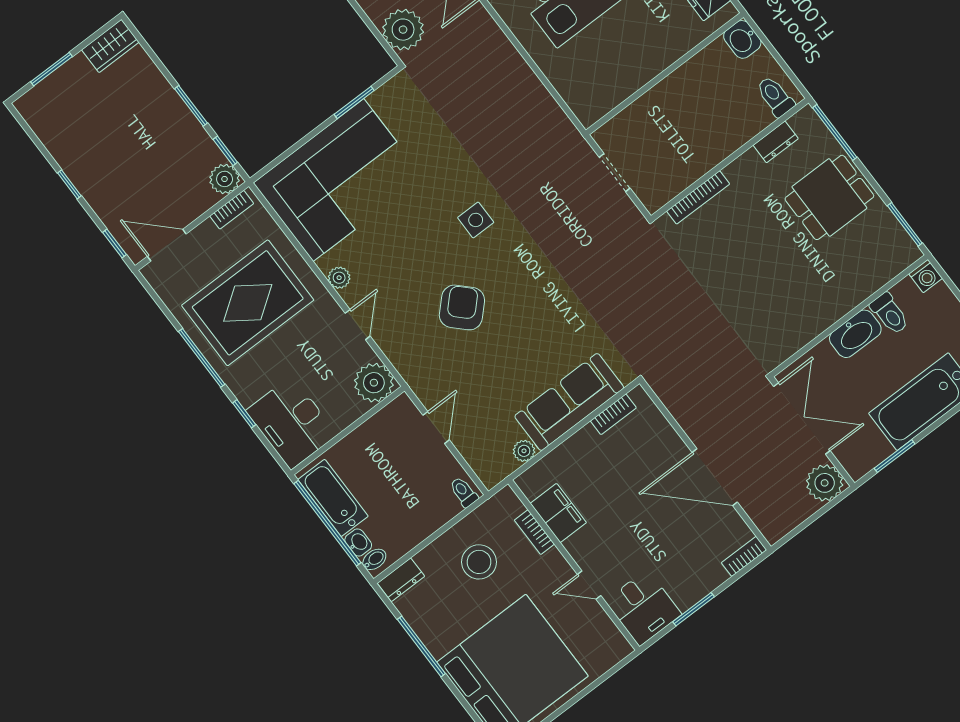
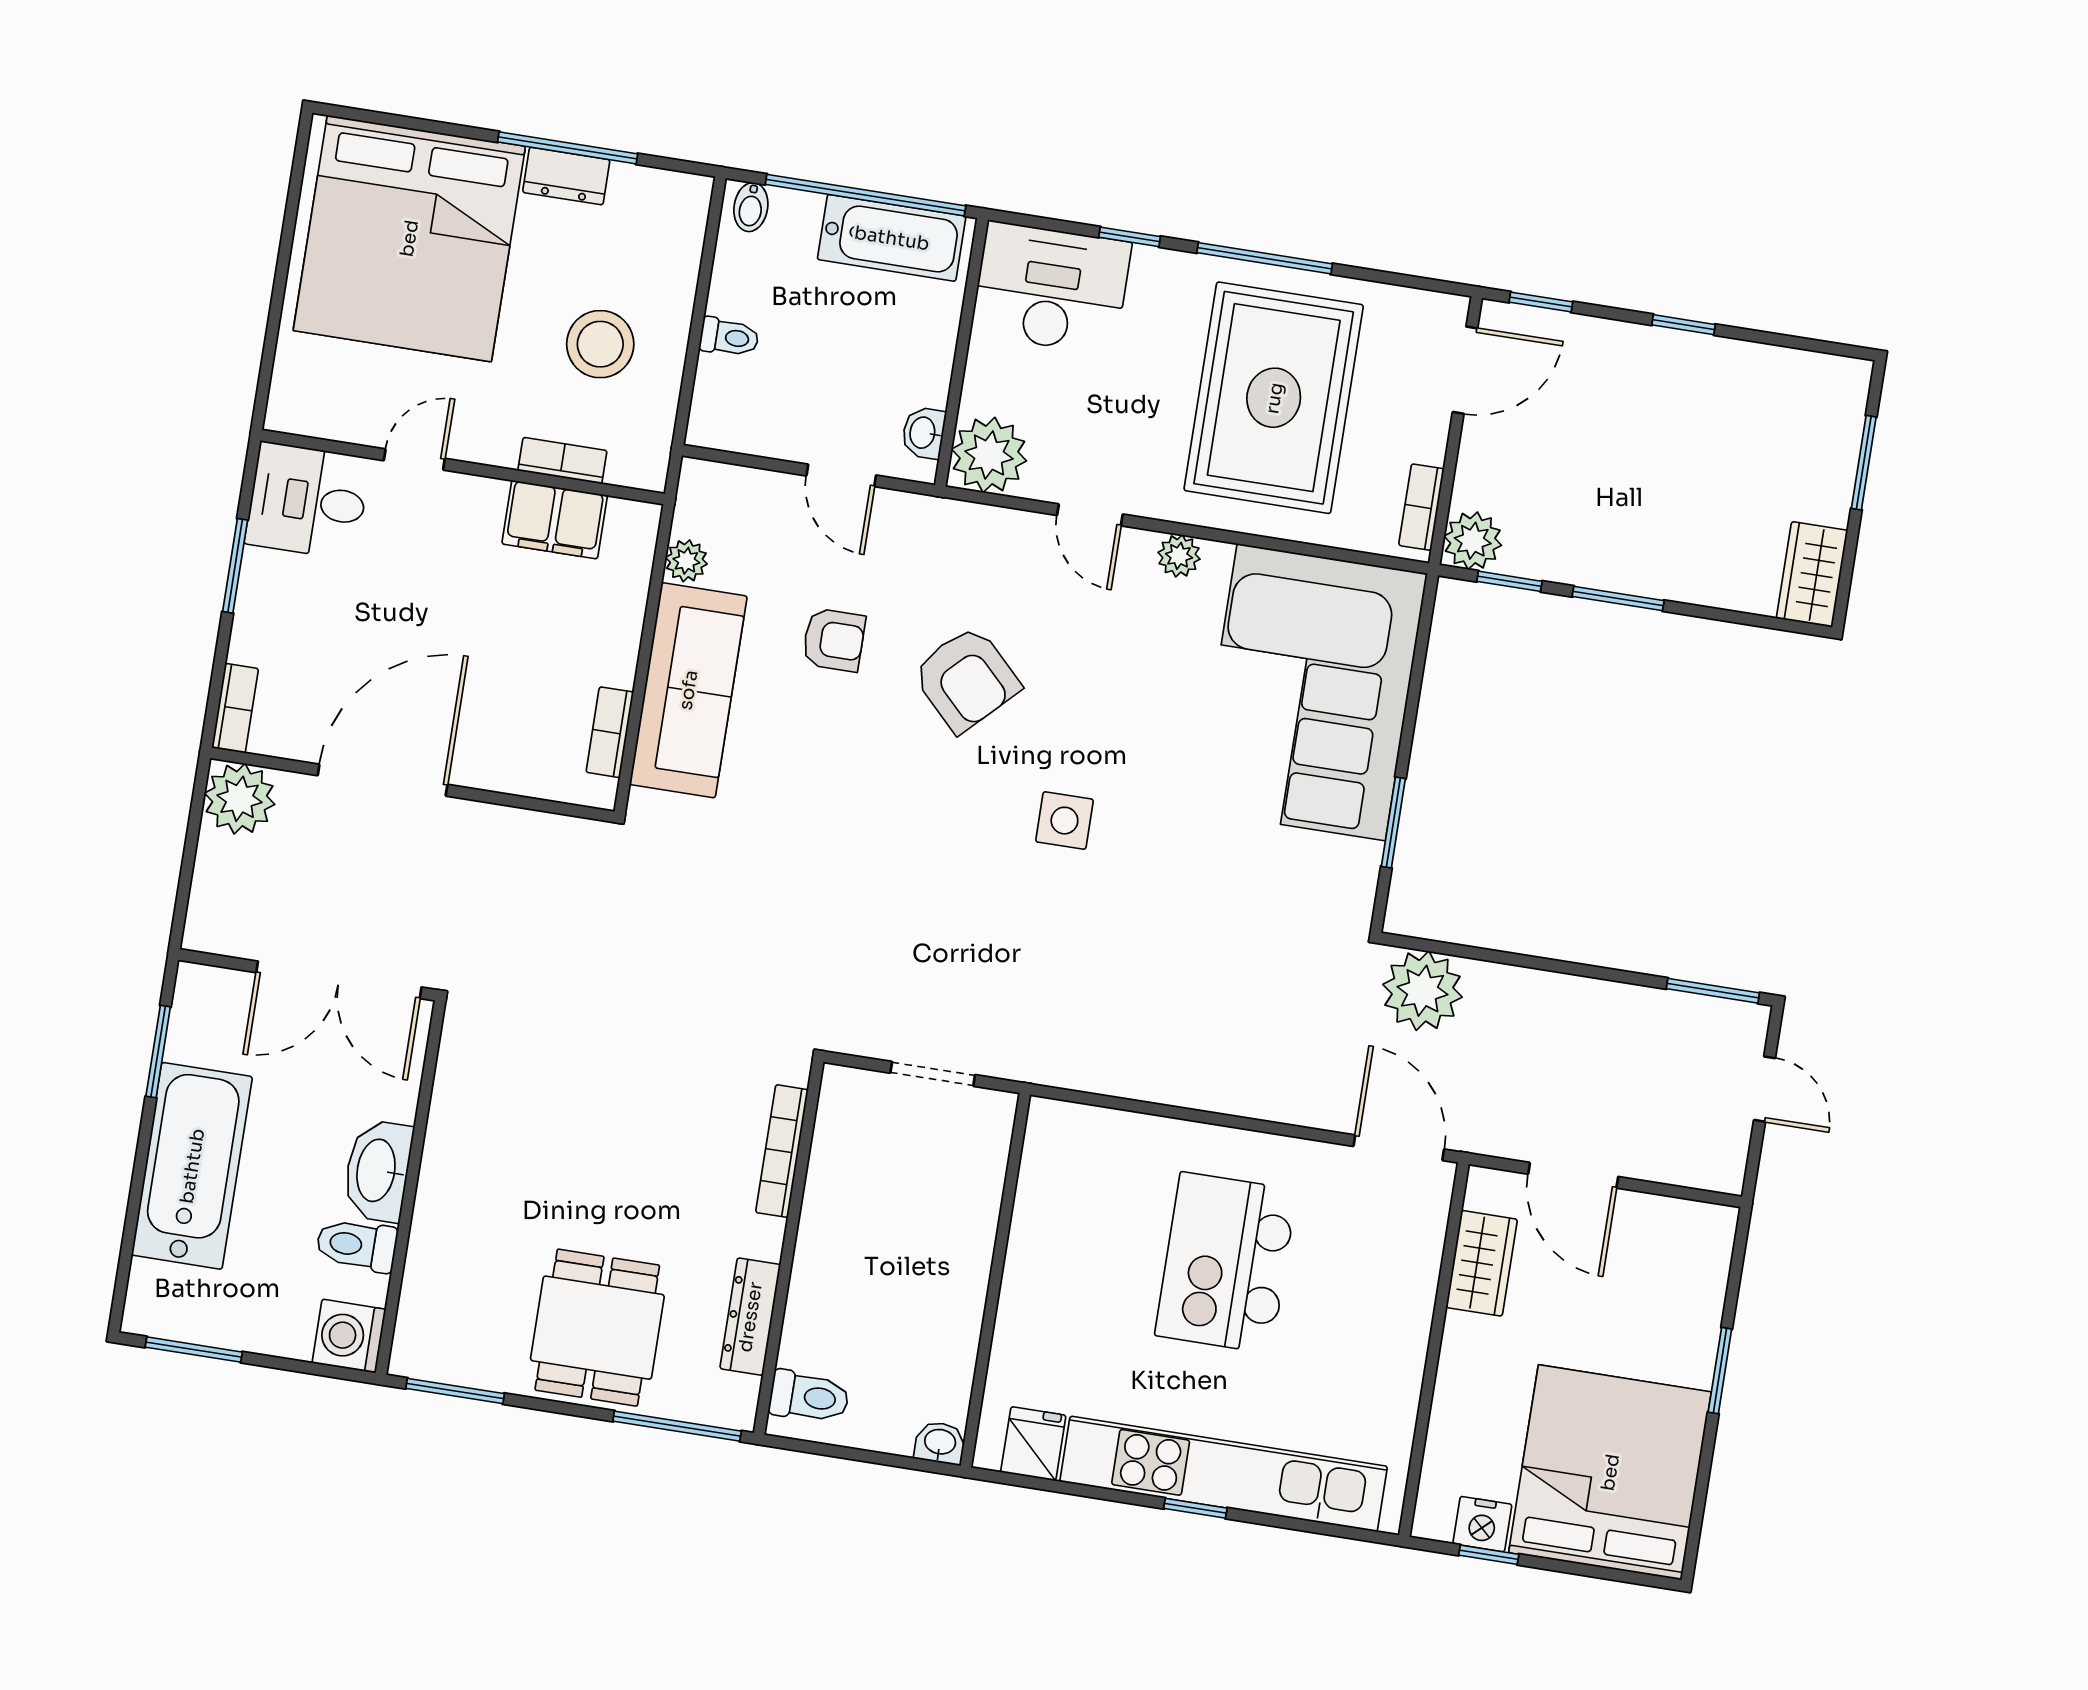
washbasin: (742, 39) -> (940, 1443), width x0.72, depth x0.69
dresser: (776, 142) -> (750, 1317), width x1.44
washing machine: (926, 276) -> (349, 1336), width x1.38, depth x1.38
armchair: (497, 369) -> (834, 640), added
plant: (825, 483) -> (240, 799), moved
toilet: (464, 492) -> (729, 337), moved
washbasin: (358, 542) -> (924, 433), moved, turned 90
dresser: (401, 580) -> (566, 176), moved, turned -90

